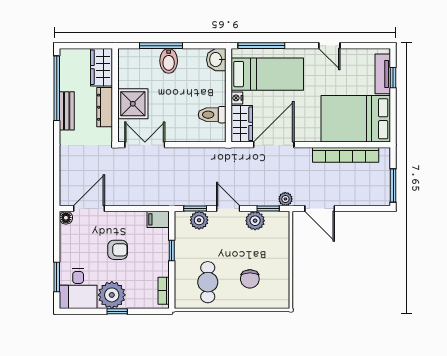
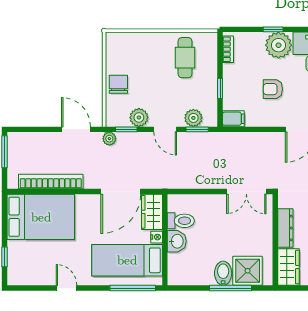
washbasin: (216, 60) -> (177, 241), moved
tv unit: (383, 74) -> (15, 260), removed
shower: (133, 104) -> (248, 271), moved
chair: (250, 279) -> (118, 84), moved

